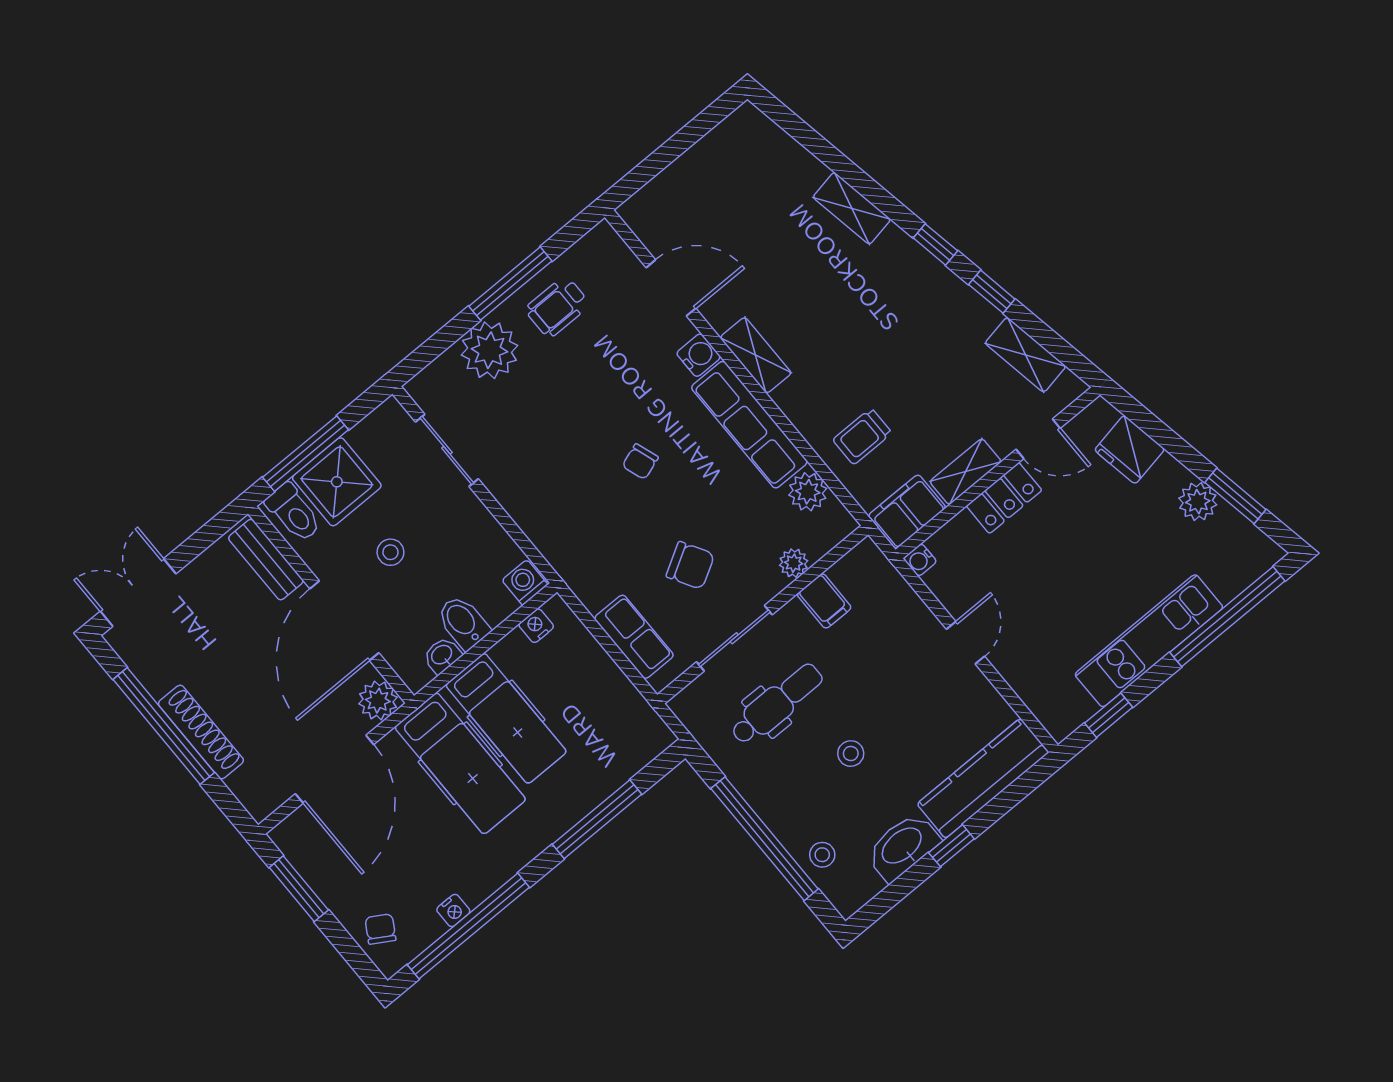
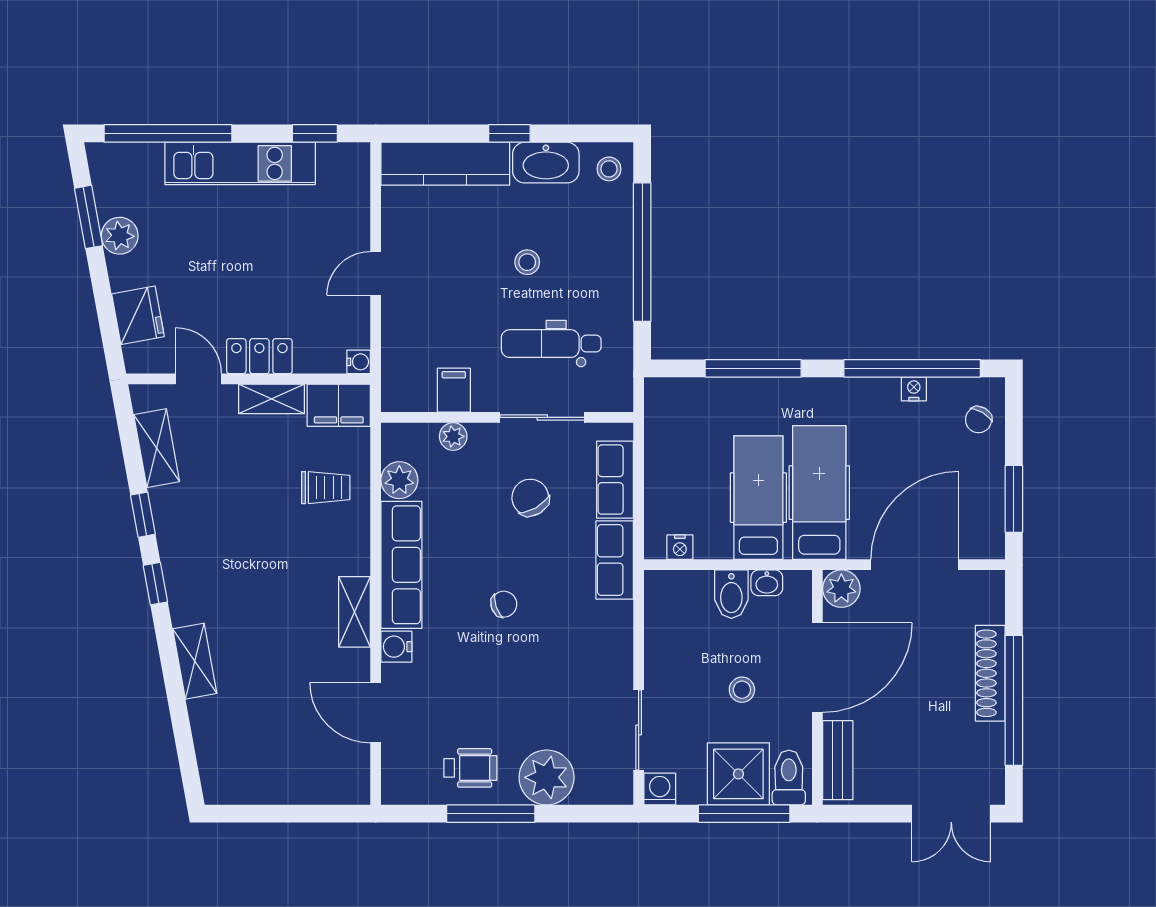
row of seats: (580, 572) -> (615, 560), added
washing machine: (525, 582) -> (660, 789), moved, turned 180
stool: (822, 855) -> (609, 169), moved

